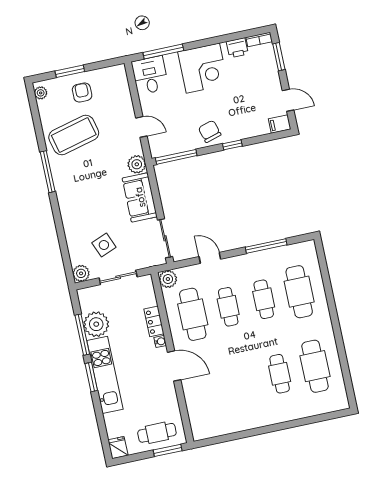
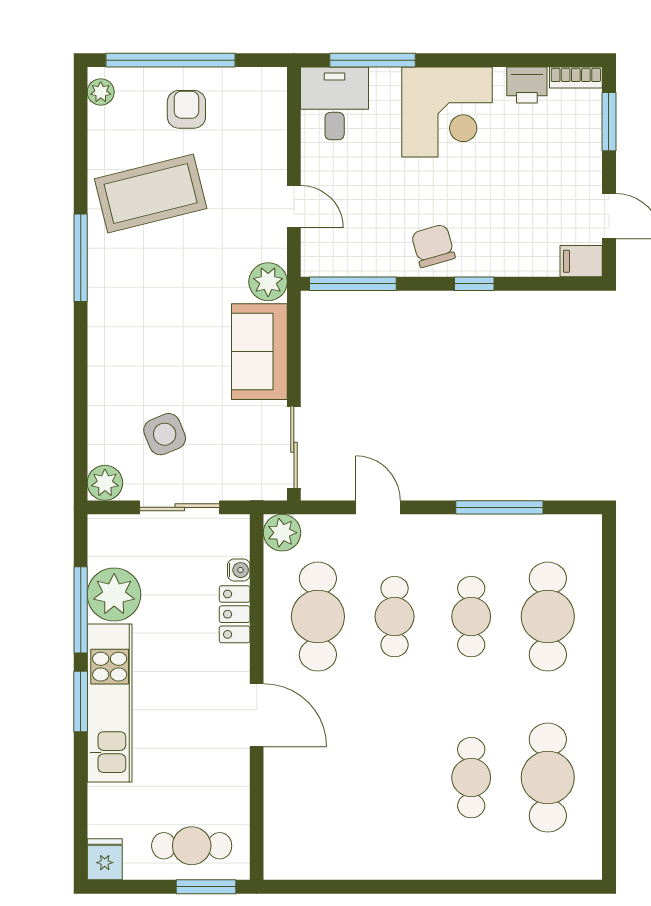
window: (70, 71) -> (171, 60), width x2.11
water cooler: (160, 341) -> (239, 570), moved

